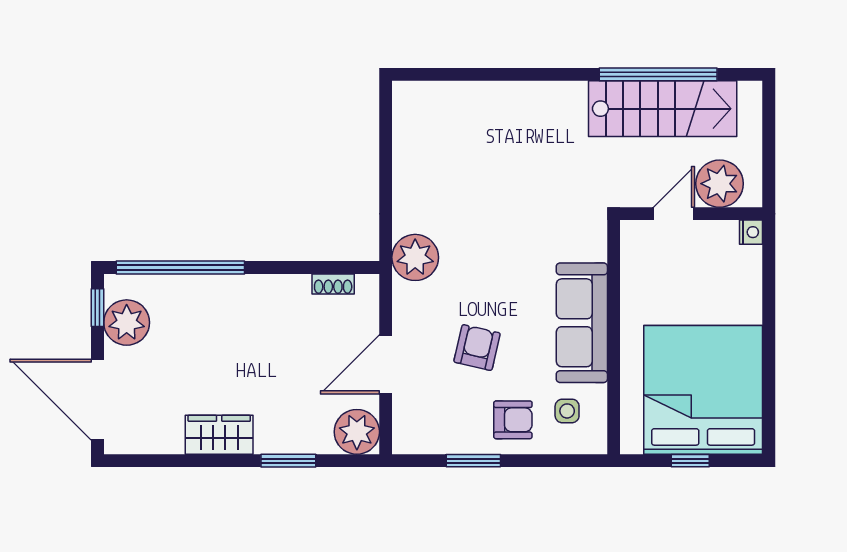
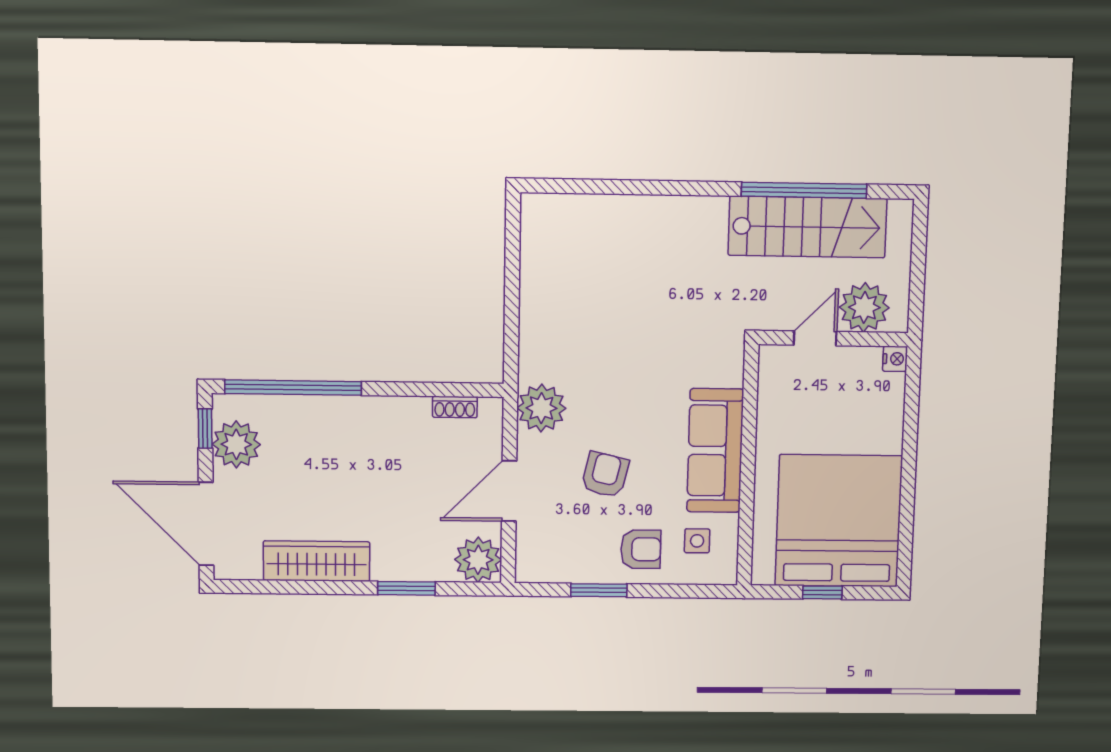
plant: (415, 257) -> (541, 408), moved
wardrobe: (219, 435) -> (317, 561), width x1.50

